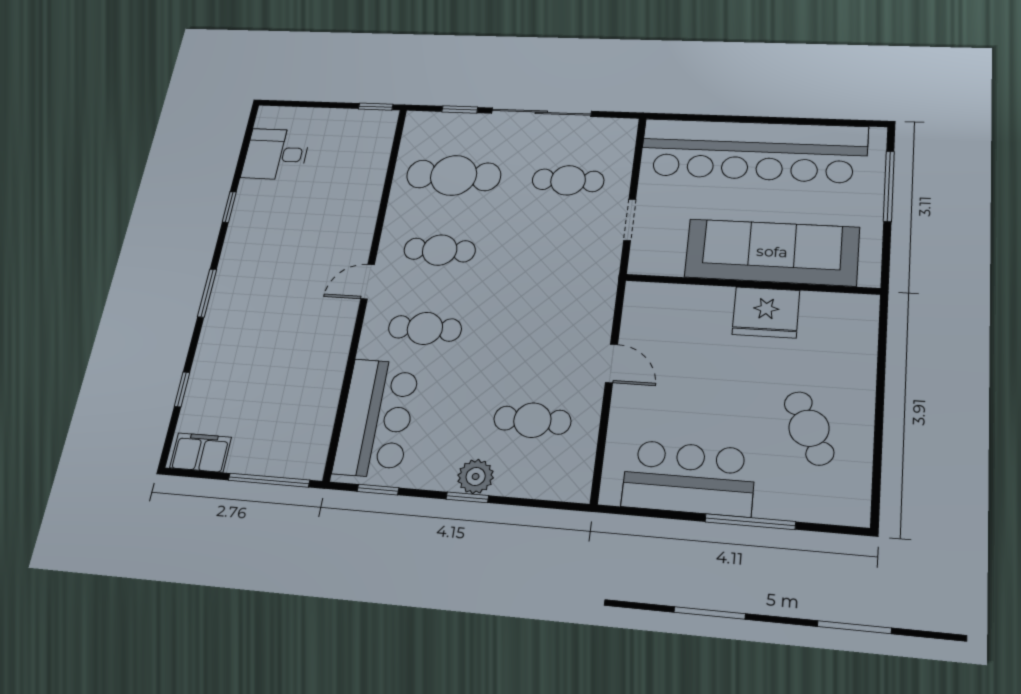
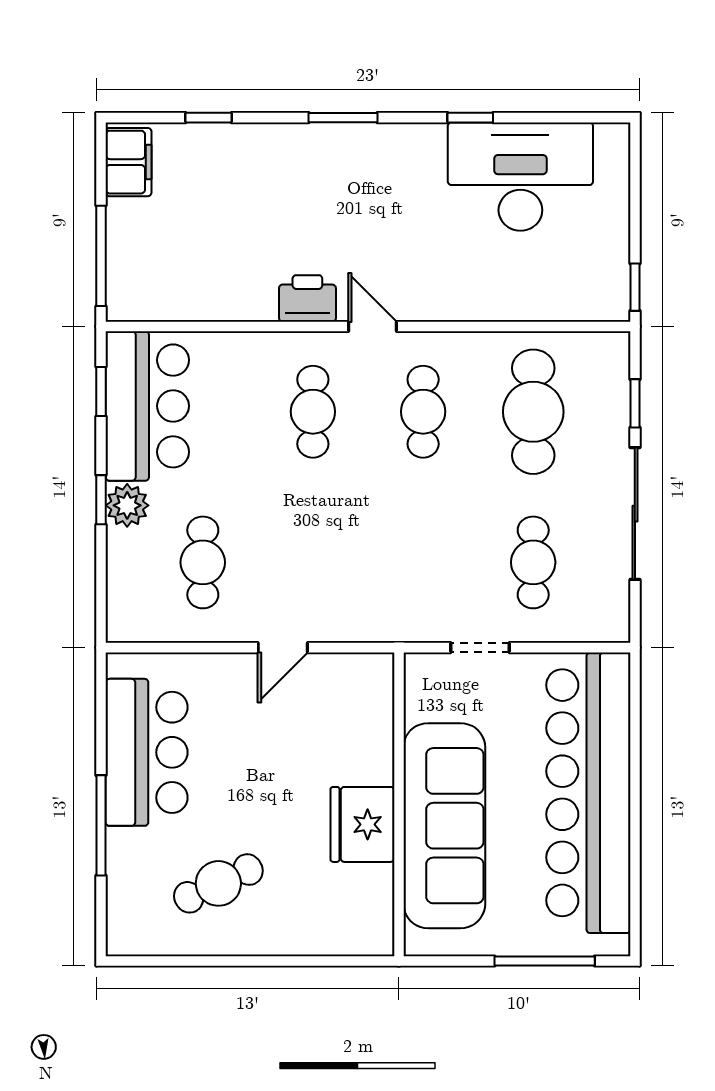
desk: (276, 154) -> (520, 177), width x1.87, depth x1.30
printer: (336, 327) -> (307, 298), added
bar counter: (376, 418) -> (147, 406), moved, turned -90

